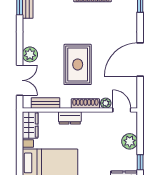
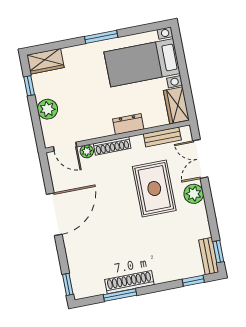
rug: (78, 64) -> (154, 189), moved

